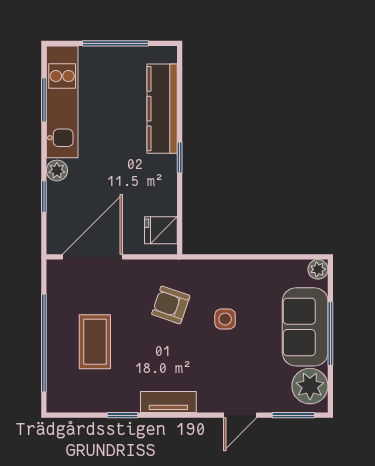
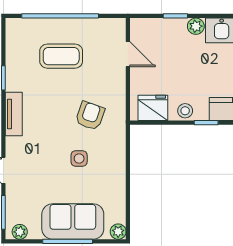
stool: (164, 184) -> (185, 111), added
fridge: (161, 230) -> (153, 108), width x1.38
door: (92, 257) -> (128, 54), width x0.53
plant: (310, 386) -> (20, 232), width x0.53, depth x0.53

